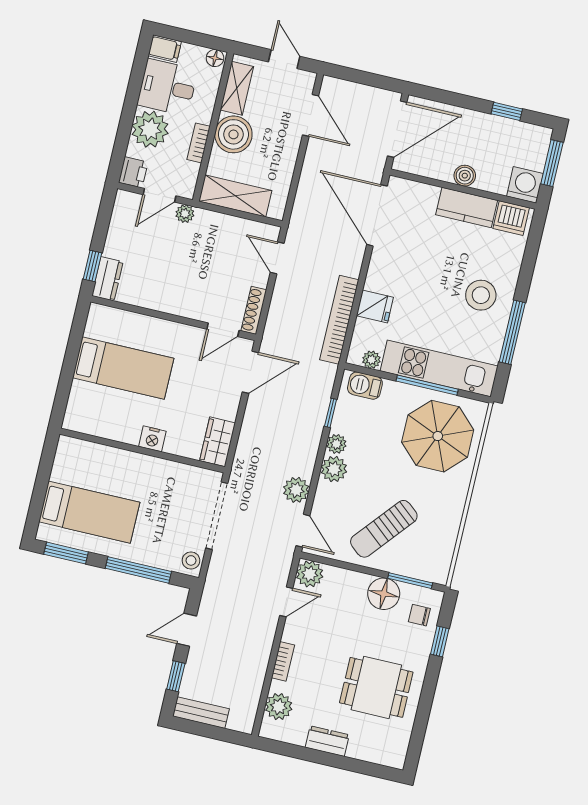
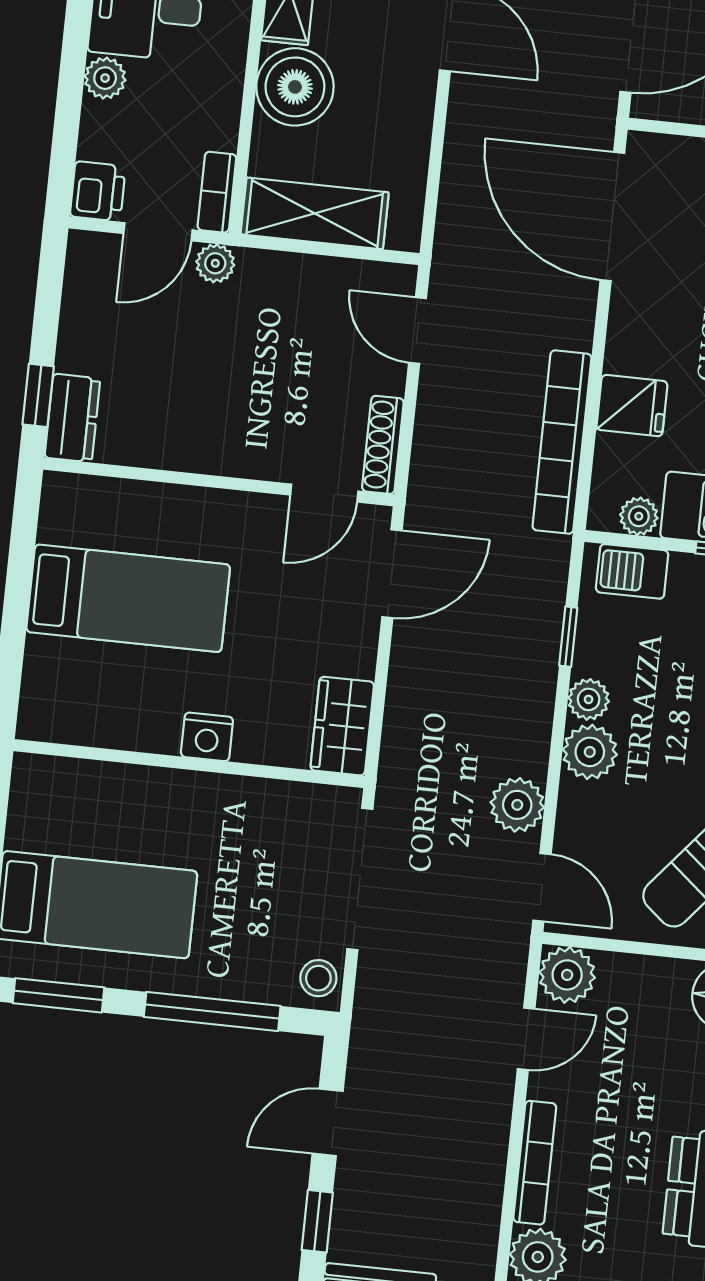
plant: (150, 129) -> (105, 78), width x0.53, depth x0.53
bookcase: (199, 143) -> (217, 192), moved
bookcase: (283, 661) -> (535, 1163), width x1.56

